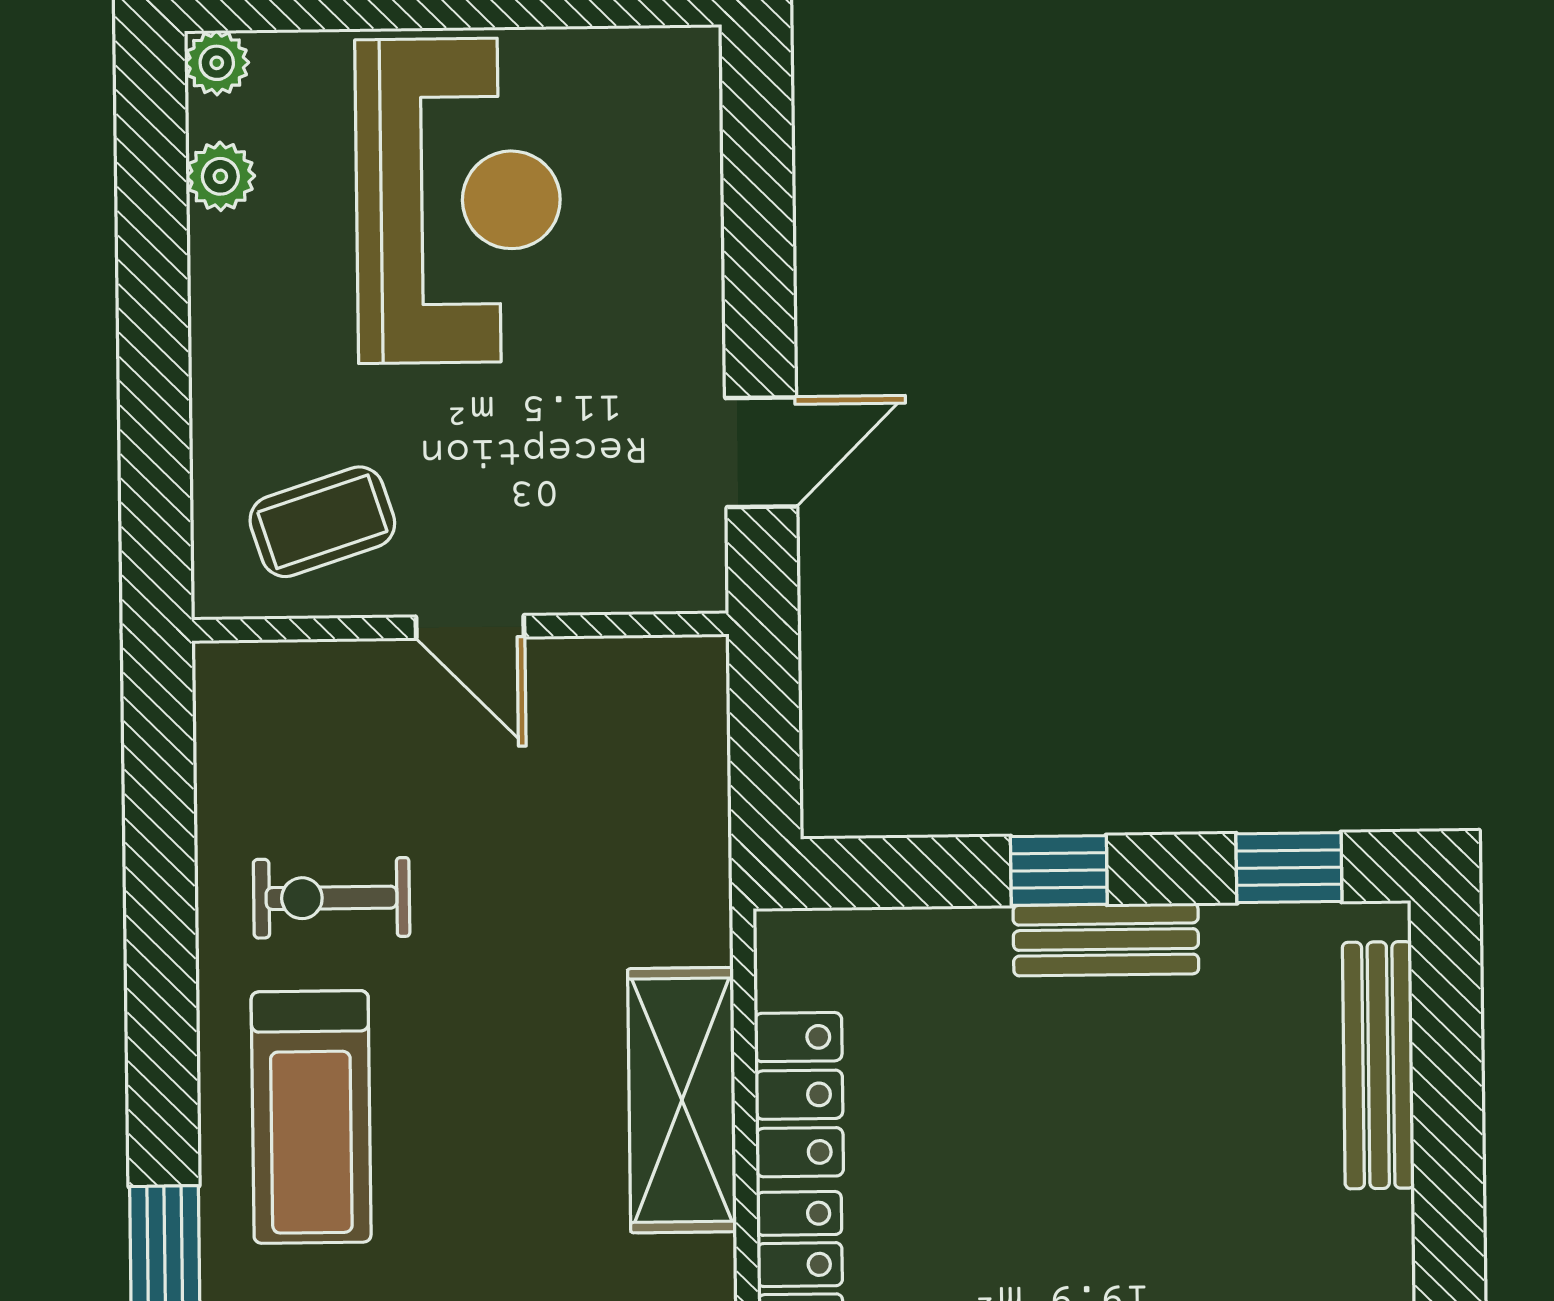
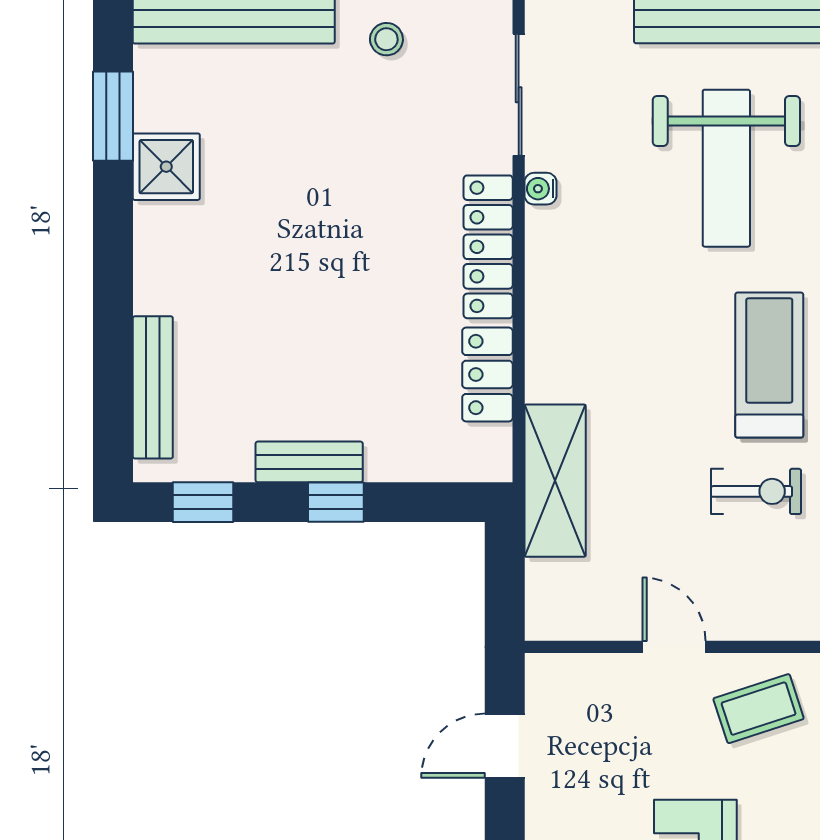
shelving: (682, 1100) -> (555, 481), moved

